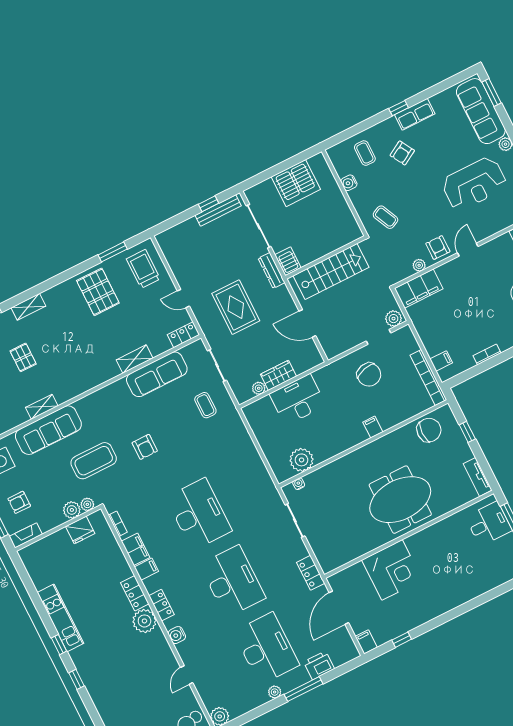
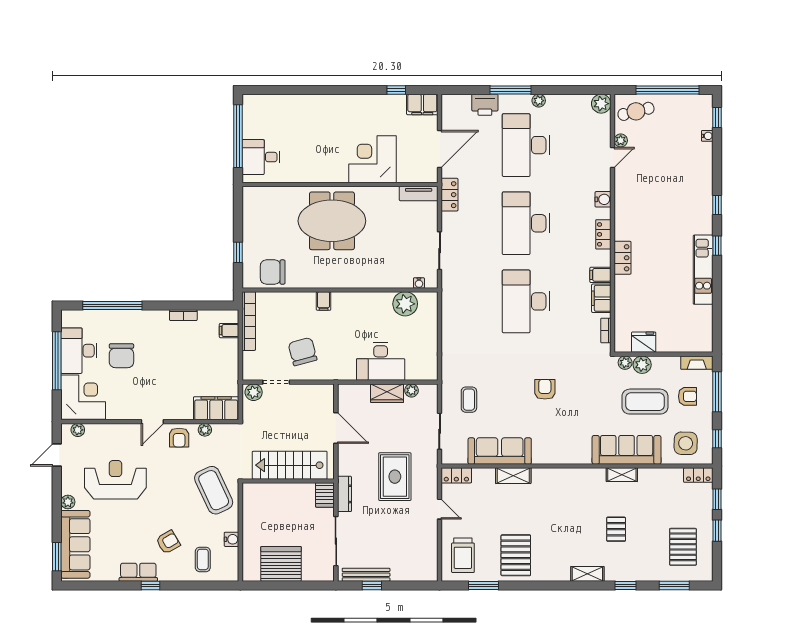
coffee table: (385, 217) -> (214, 490), width x1.86, depth x1.72
coffee table: (94, 461) -> (645, 402), moved
tv unit: (478, 477) -> (419, 194), moved, turned 90
plant: (144, 621) -> (621, 140), moved, width x0.53, depth x0.53
filing cabinet: (366, 642) -> (422, 104), width x2.00

